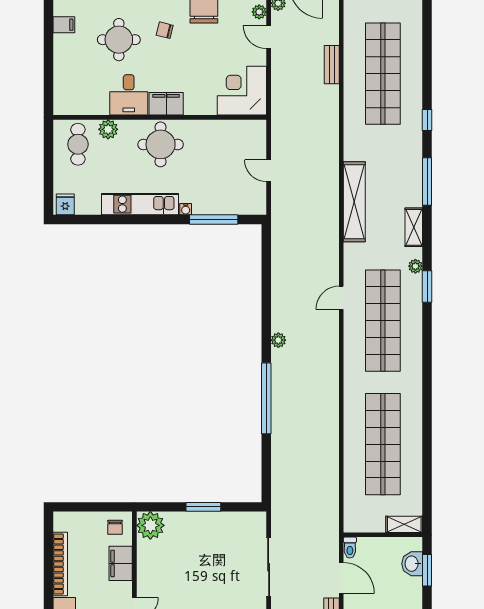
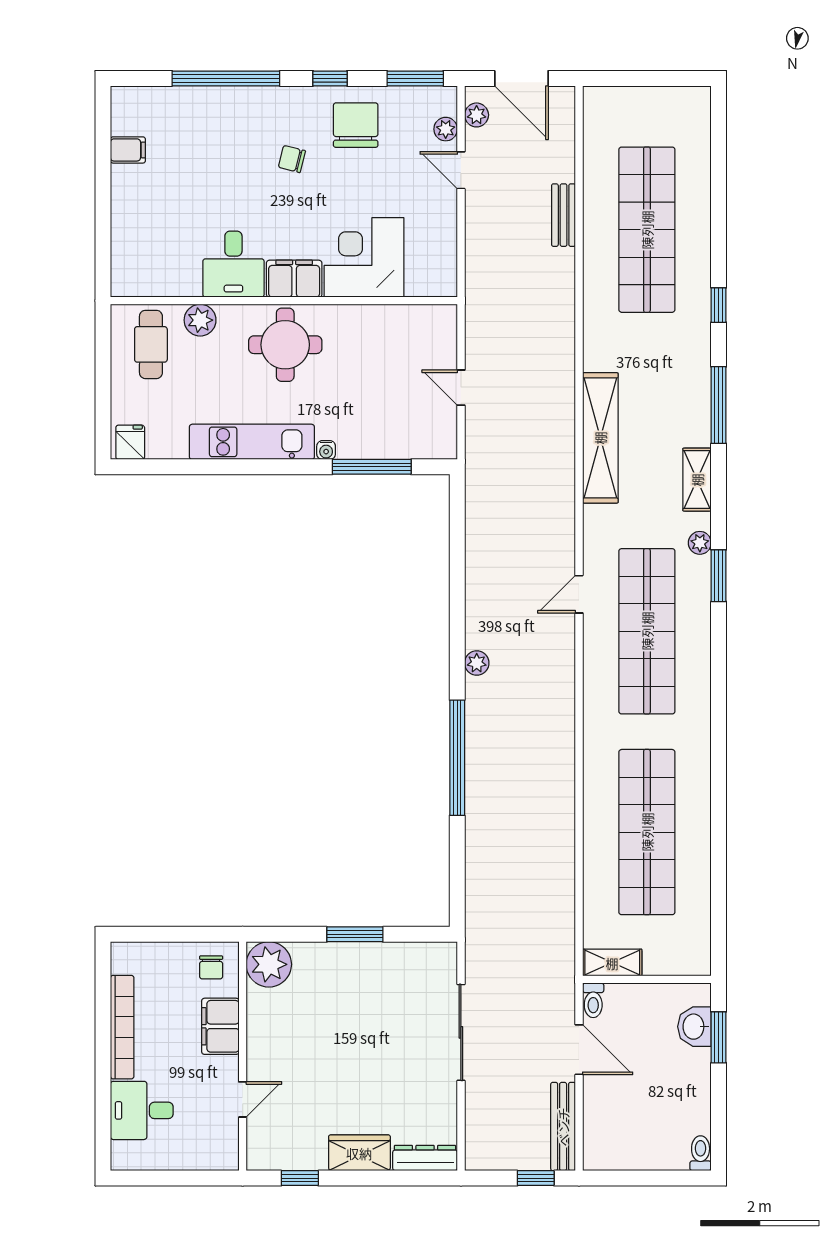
round table: (119, 40) -> (217, 174), removed
corner desk: (242, 91) -> (364, 257), moved
shelving: (404, 524) -> (612, 963), moved

